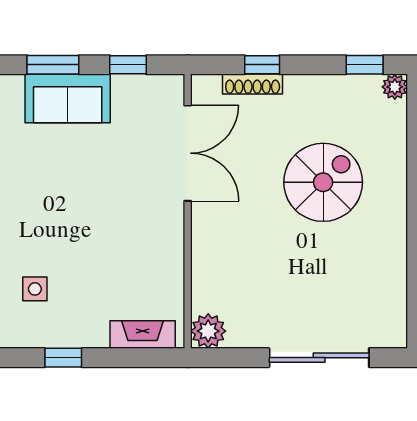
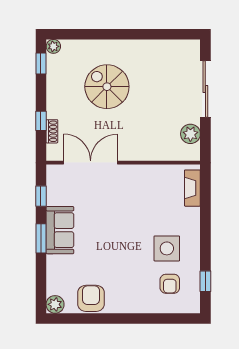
shoe rack: (253, 84) -> (52, 131), width x0.70
side table: (35, 289) -> (167, 248), width x1.87, depth x1.87
plant: (208, 331) -> (190, 134), moved
window: (63, 358) -> (205, 233), removed

